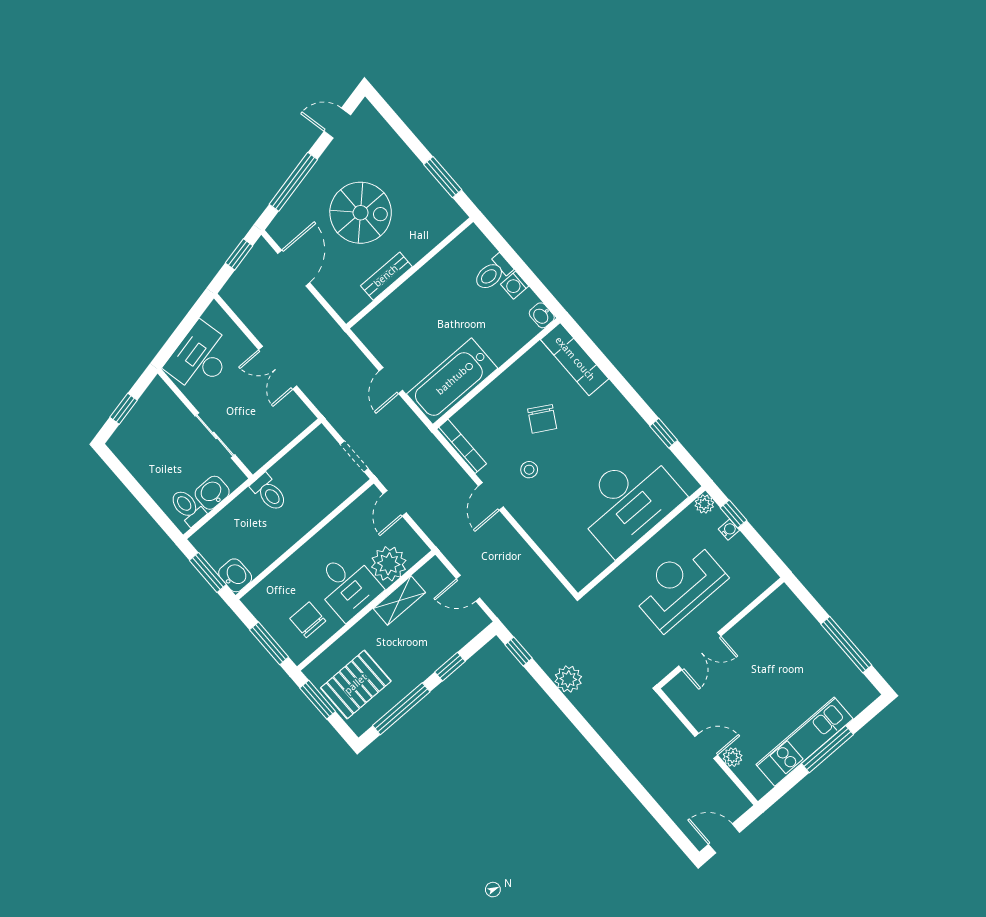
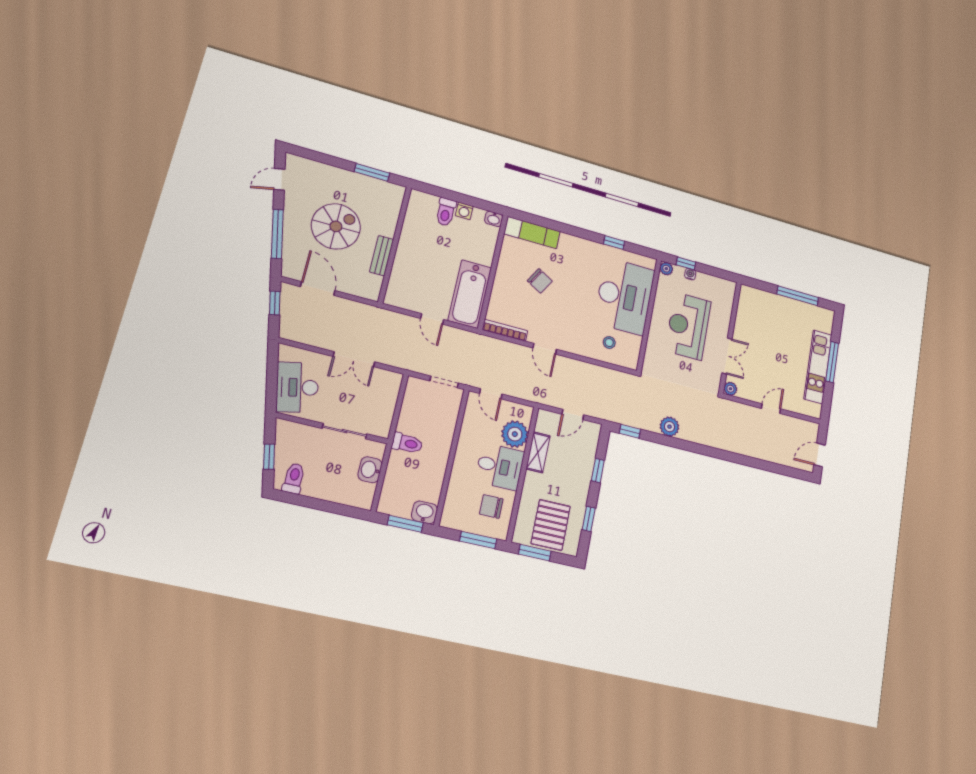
stool: (529, 470) -> (609, 343), moved
toilet: (187, 507) -> (294, 478), moved, turned 90
window: (401, 709) -> (589, 519), width x0.46
plant: (733, 757) -> (730, 389), moved

